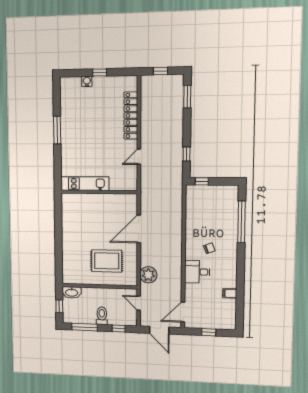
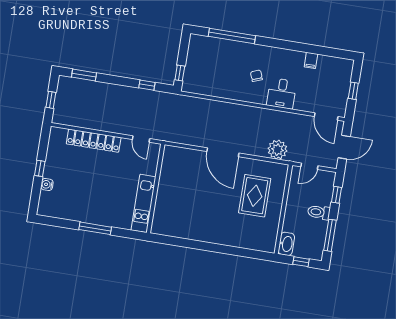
kitchen unit: (85, 184) -> (143, 203), moved
wall: (99, 192) -> (156, 189), moved

